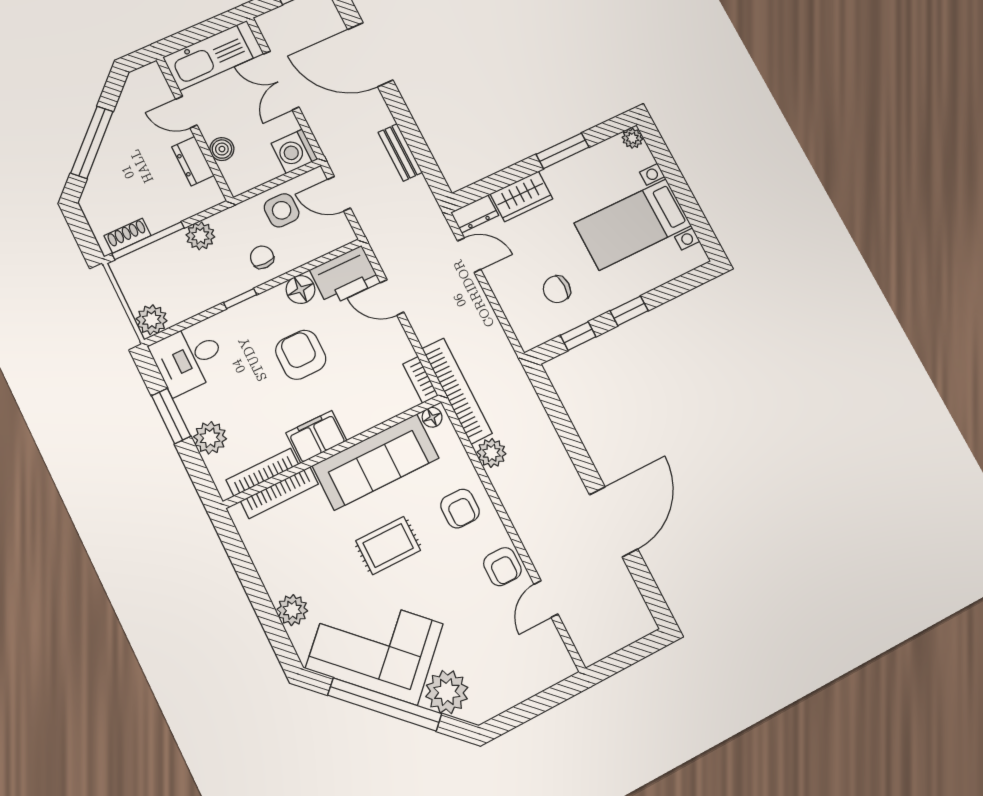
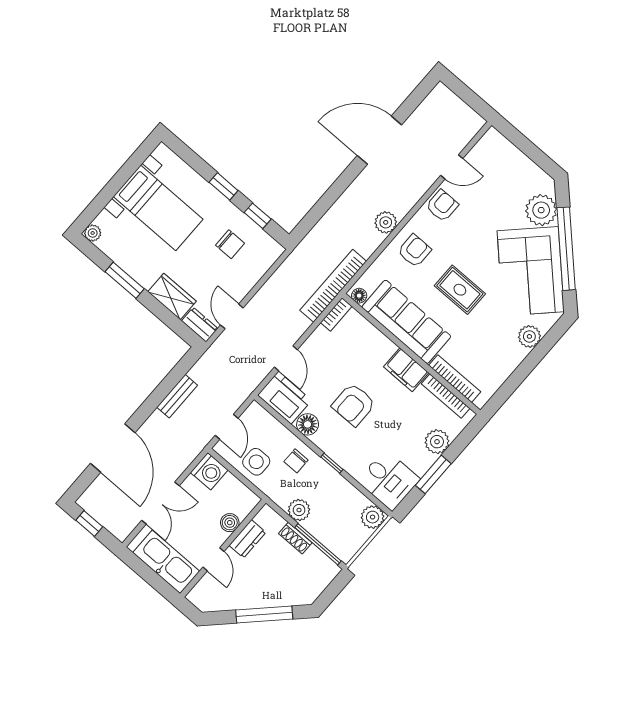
shoe rack: (128, 236) -> (295, 538), moved
plant: (491, 453) -> (386, 222), moved

